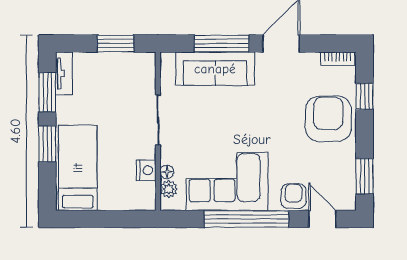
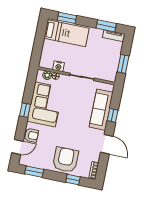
window: (222, 44) -> (113, 115), width x0.46
armchair: (328, 119) -> (66, 160), turned -90
window: (47, 144) -> (67, 18), moved
window: (247, 219) -> (25, 110), width x0.32

